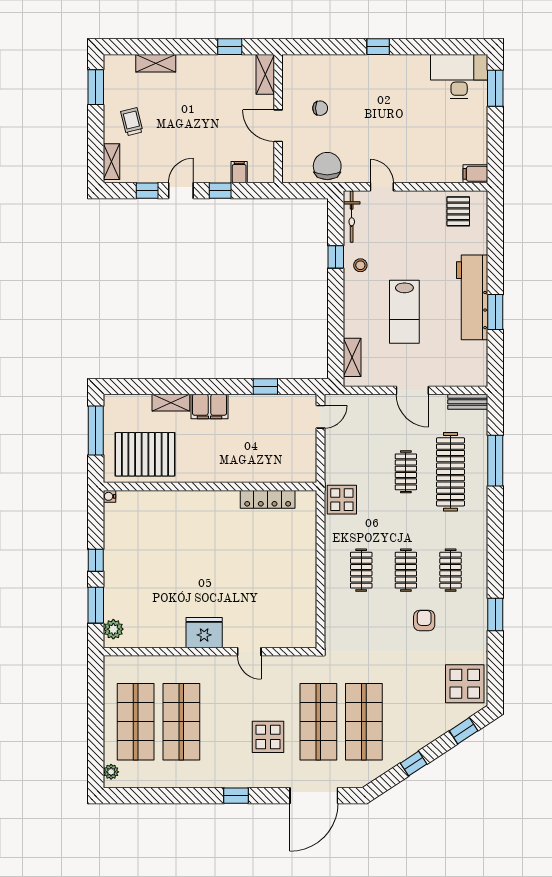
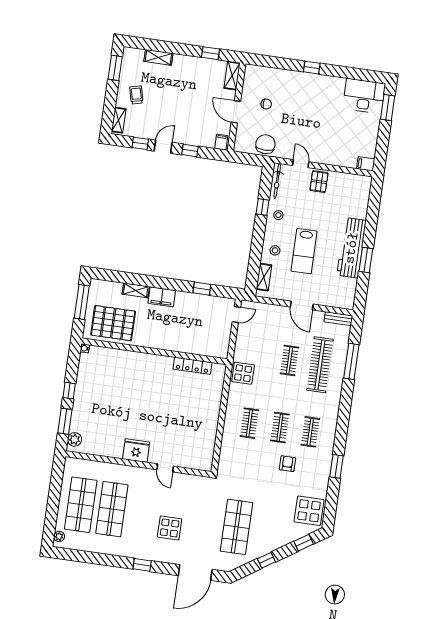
filing cabinet: (239, 172) -> (221, 142), moved
pallet: (458, 211) -> (319, 182), moved
stool: (363, 317) -> (275, 250), added
shop shelf: (318, 722) -> (205, 522), removed

